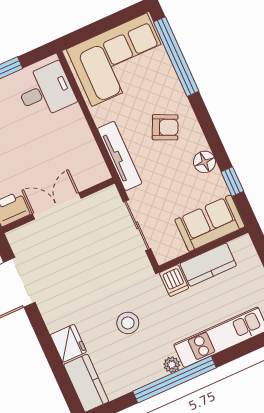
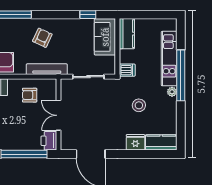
armchair: (68, 147) -> (30, 95), added
floor lamp: (204, 162) -> (71, 25), removed
kitchen counter: (208, 265) -> (127, 34), moved
window: (174, 379) -> (181, 75), moved

